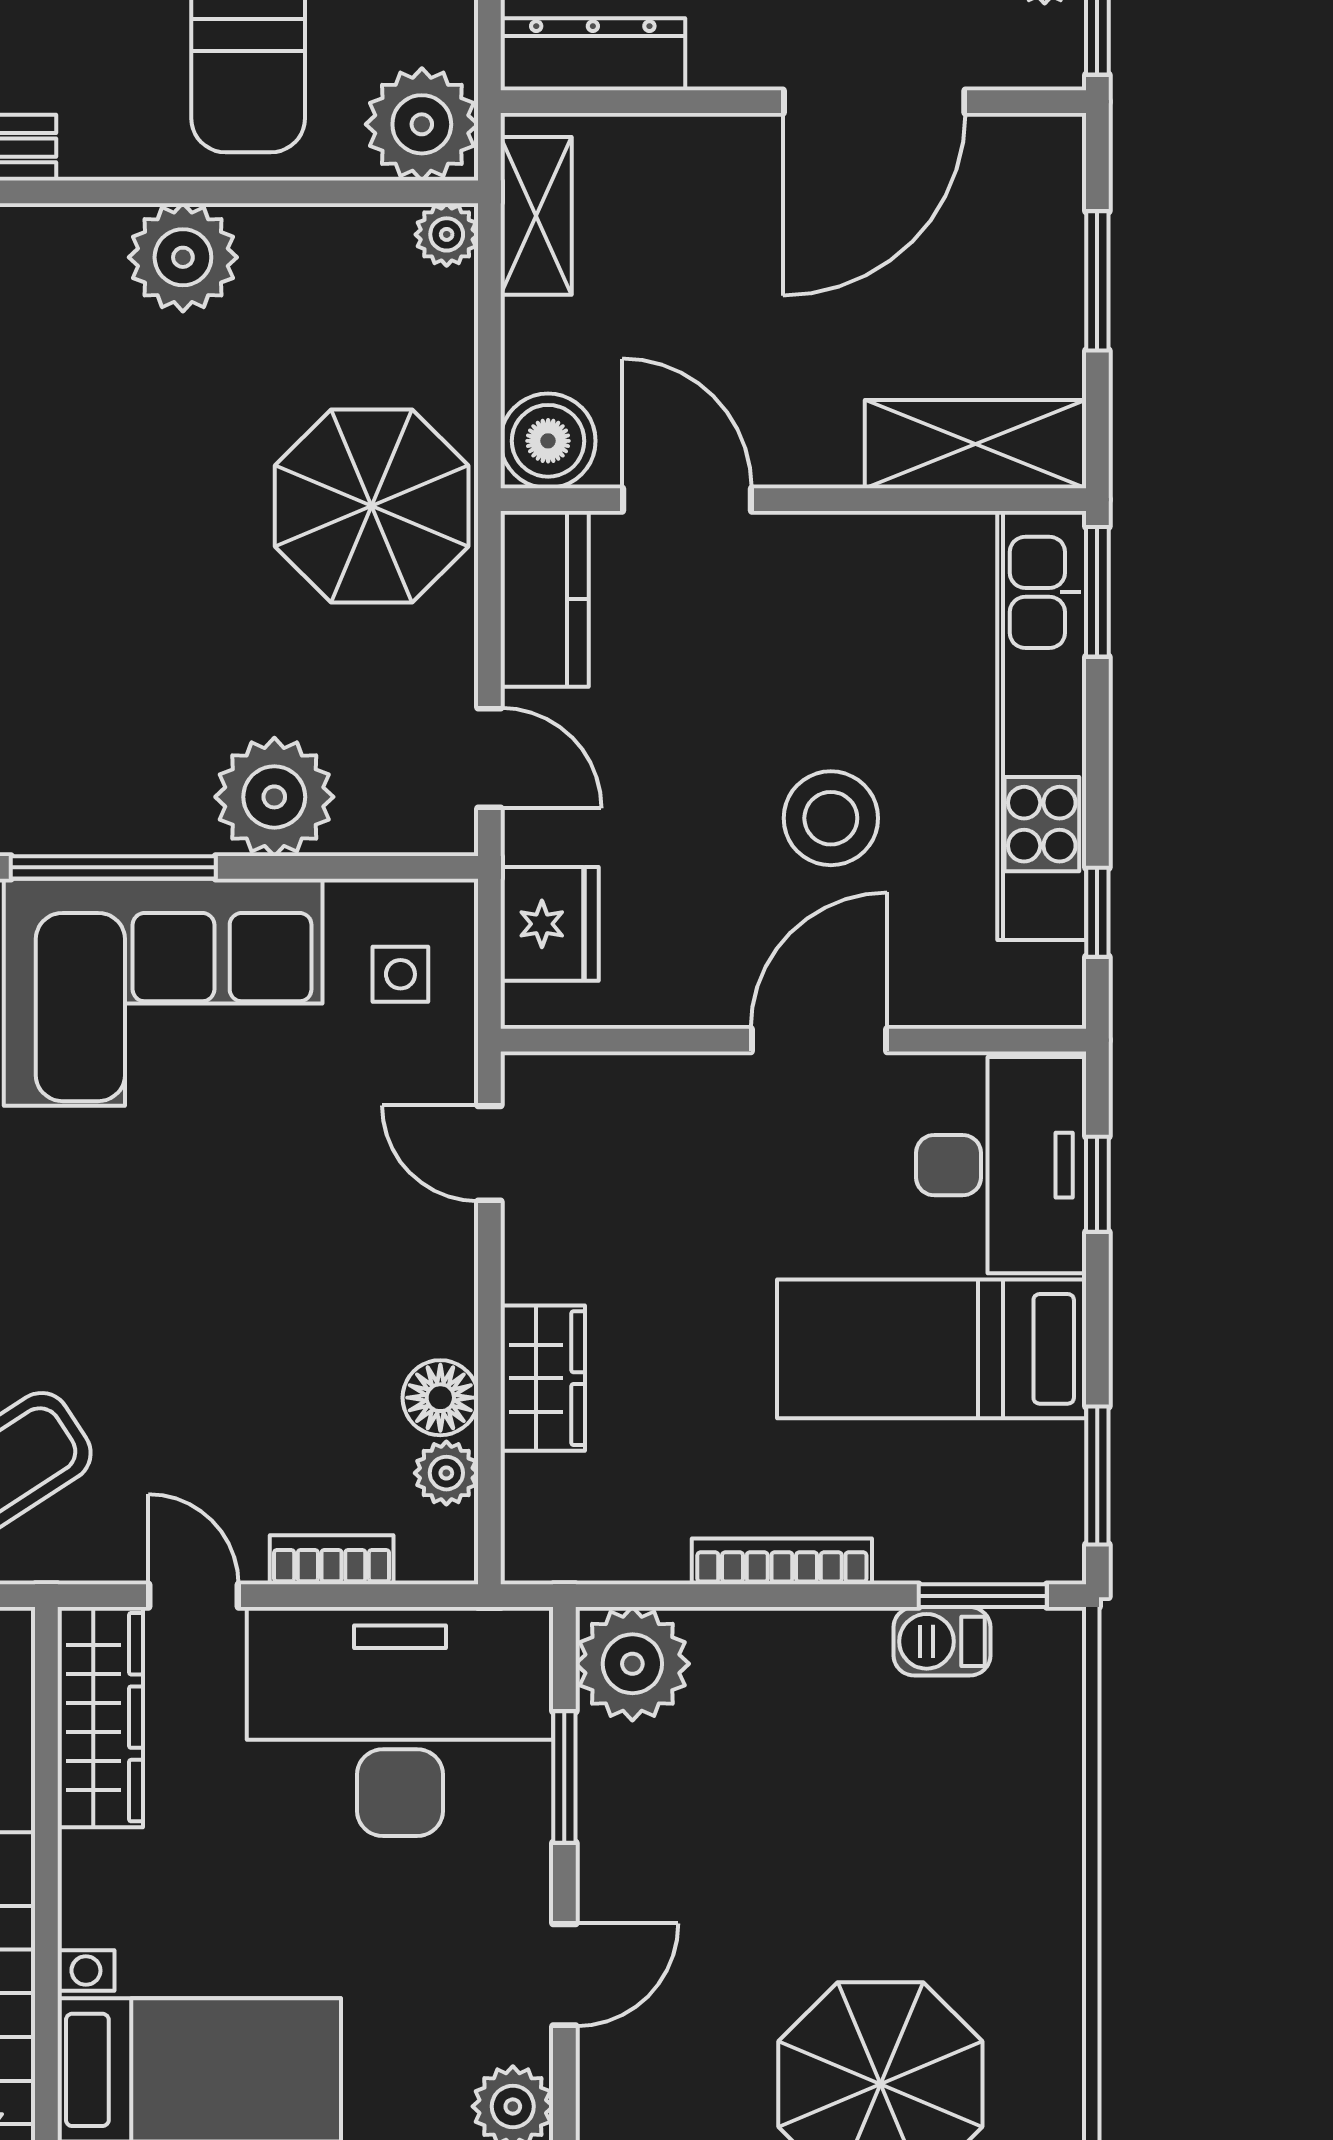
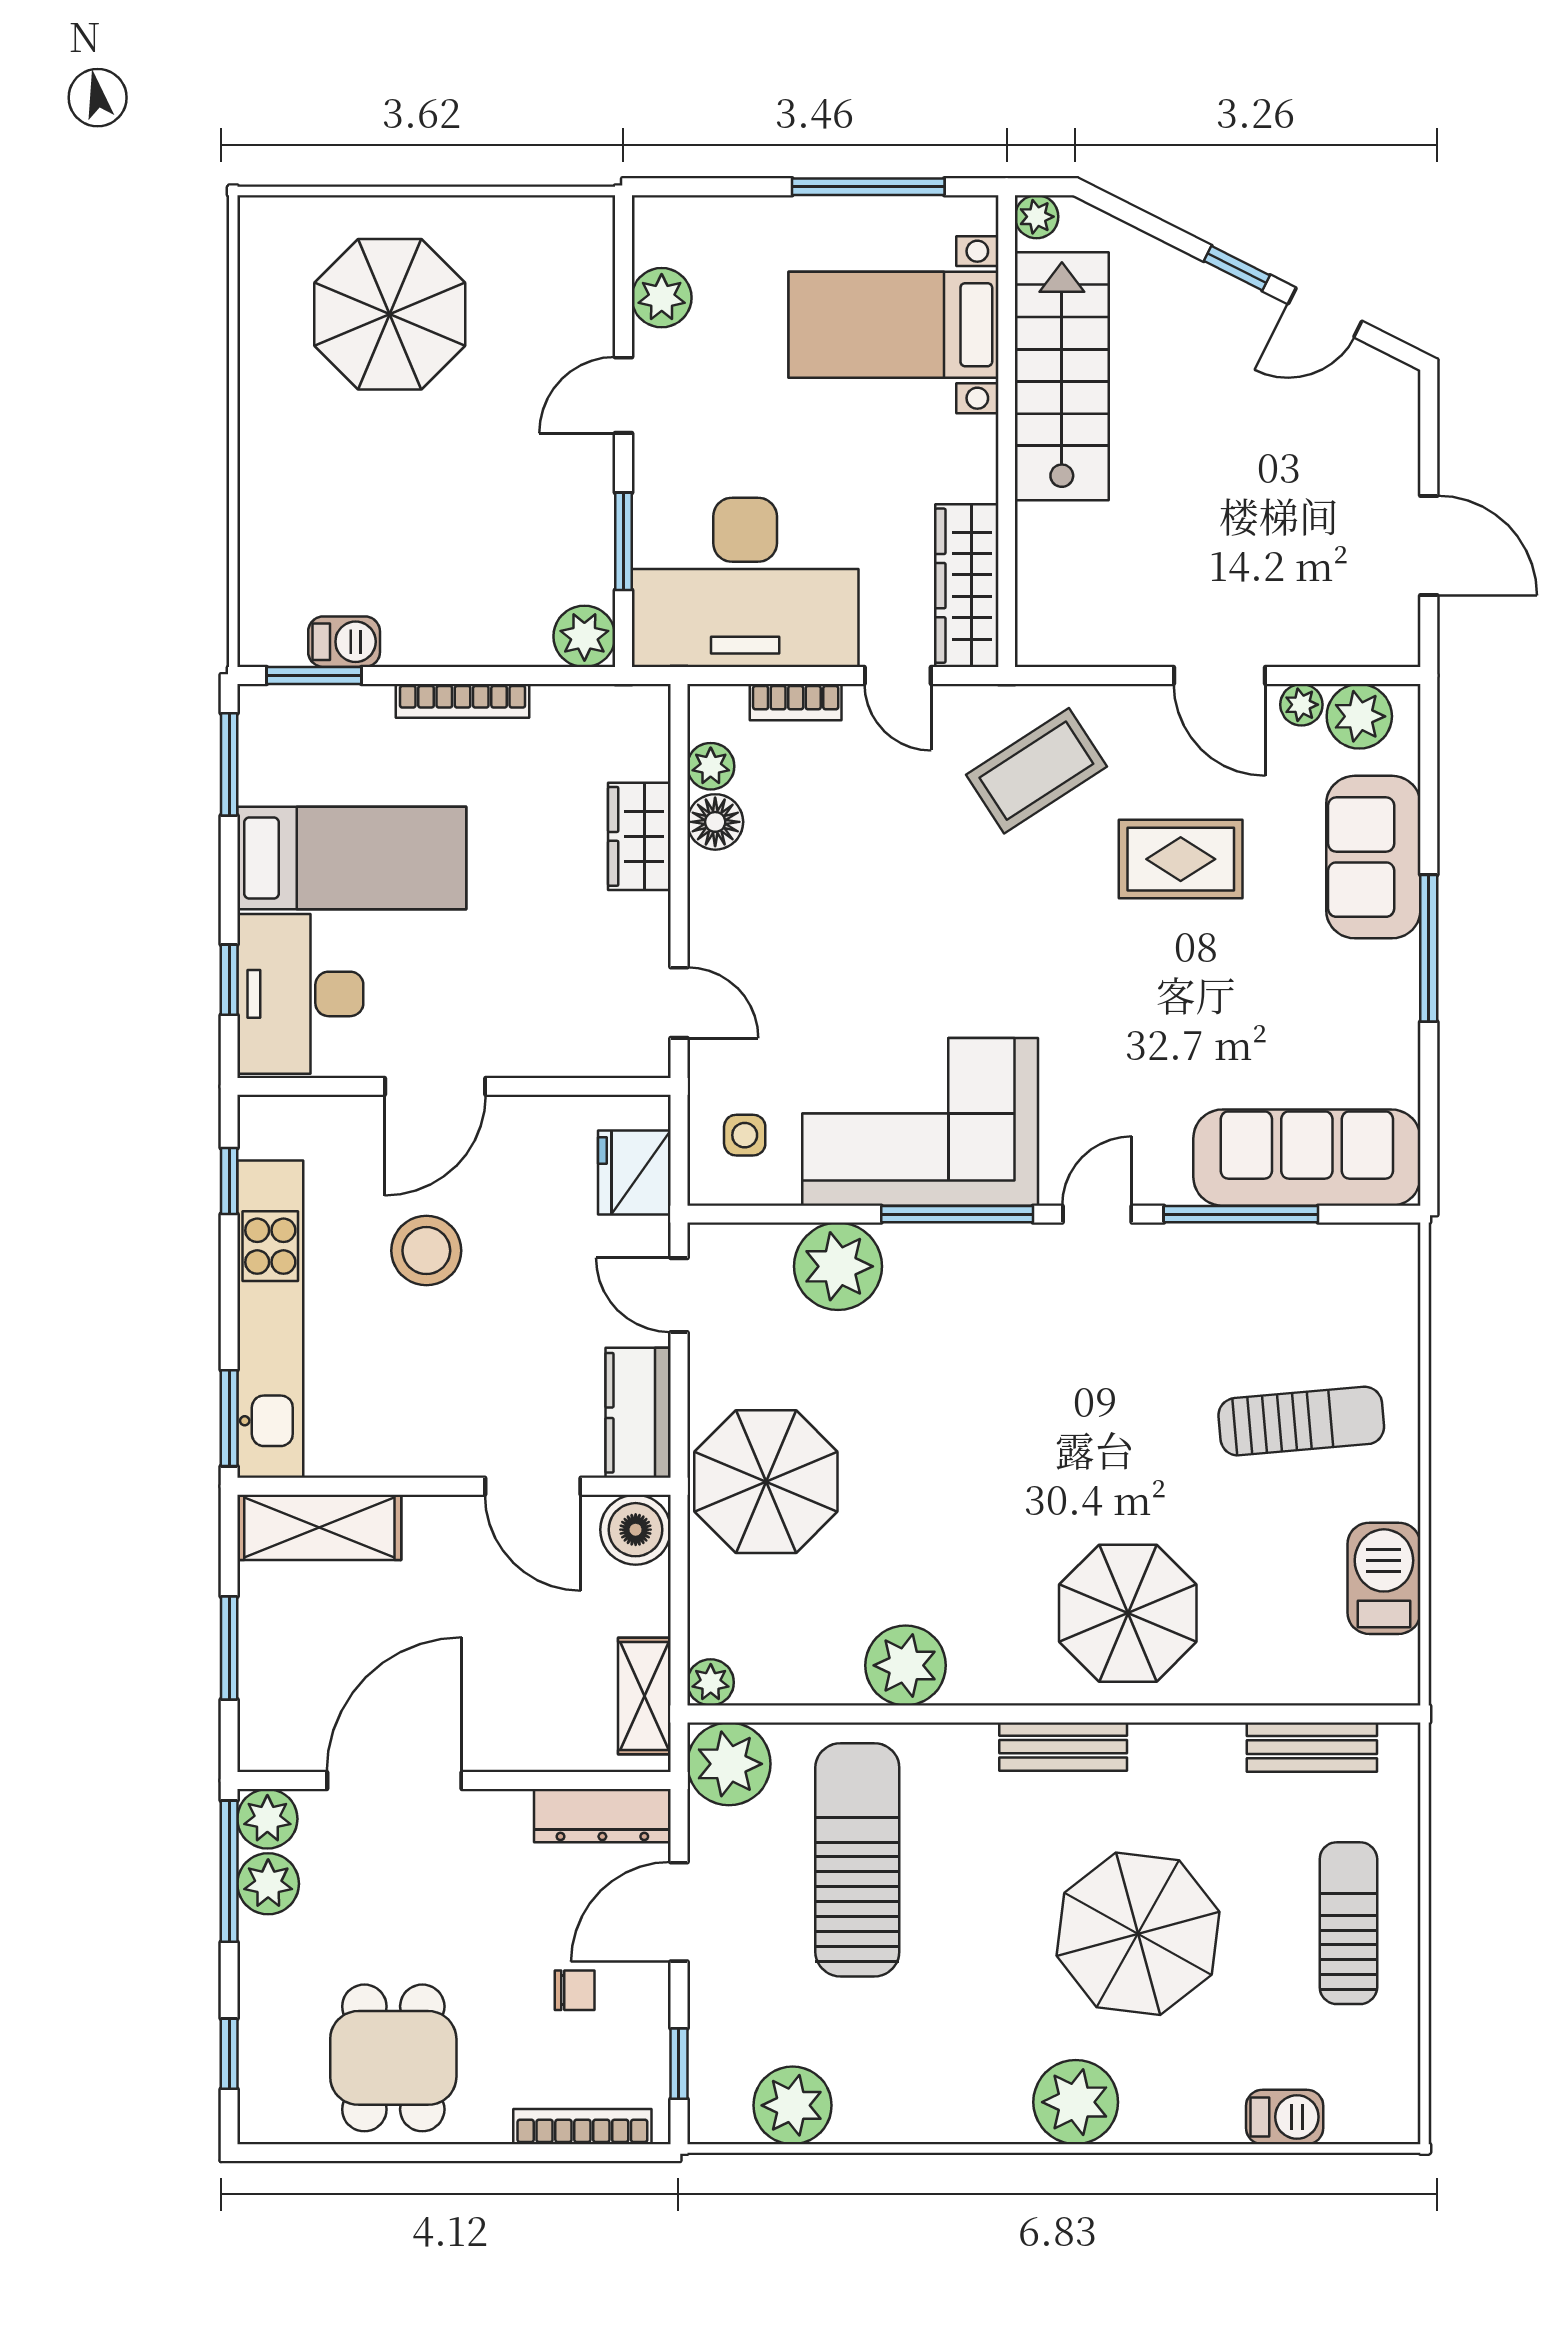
plant: (1046, 50) -> (267, 1819), added
plant: (632, 1664) -> (584, 636), width x0.73, depth x0.73

